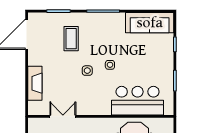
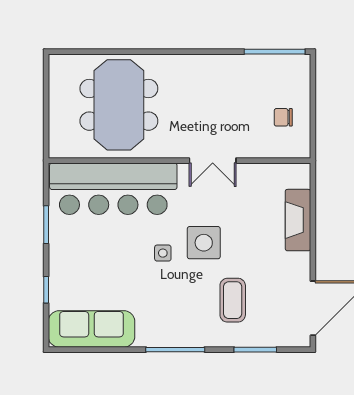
side table: (87, 71) -> (204, 243), width x1.87, depth x1.87
bar counter: (138, 101) -> (113, 189), width x1.36
double door: (63, 116) -> (213, 161), moved

